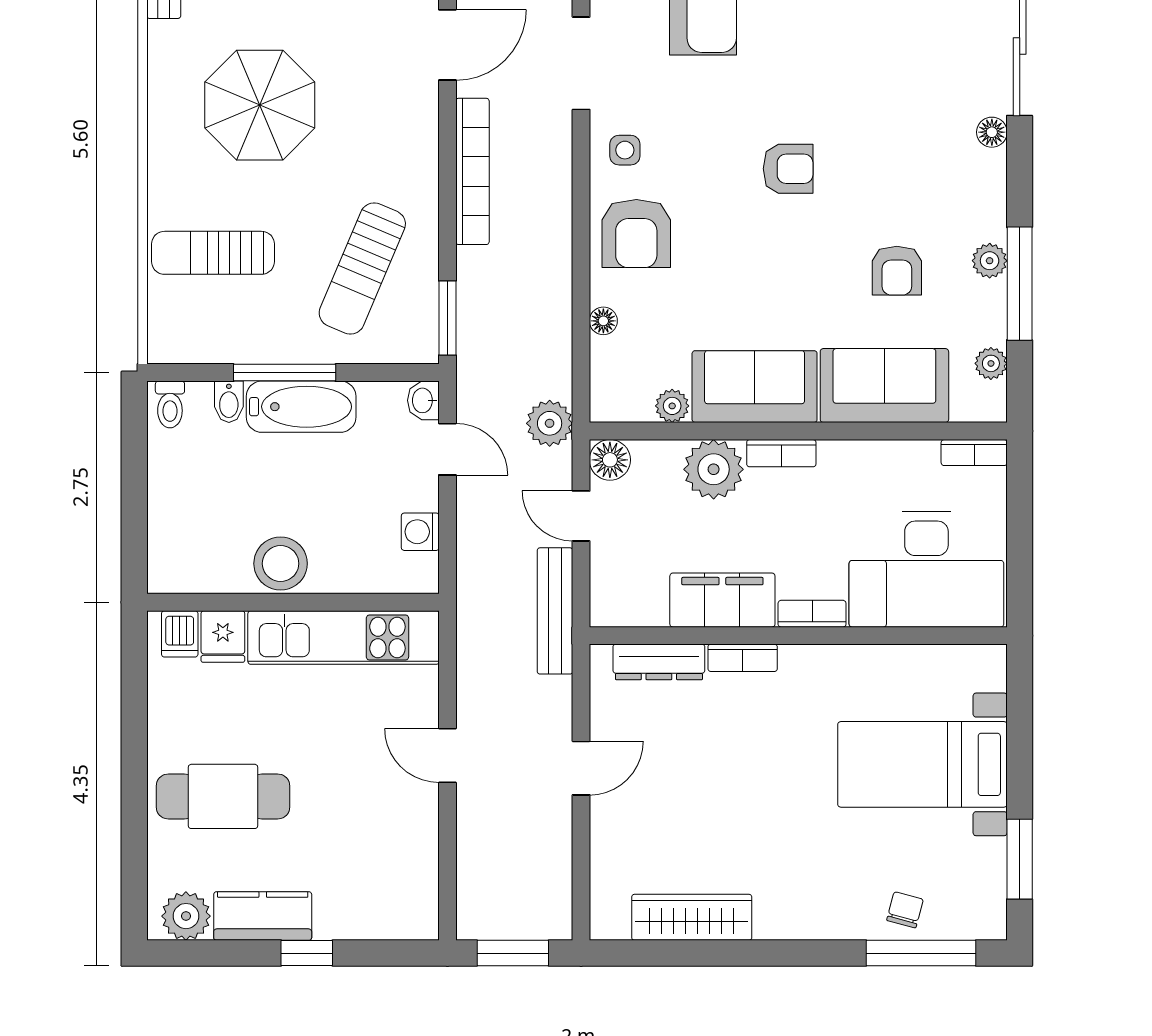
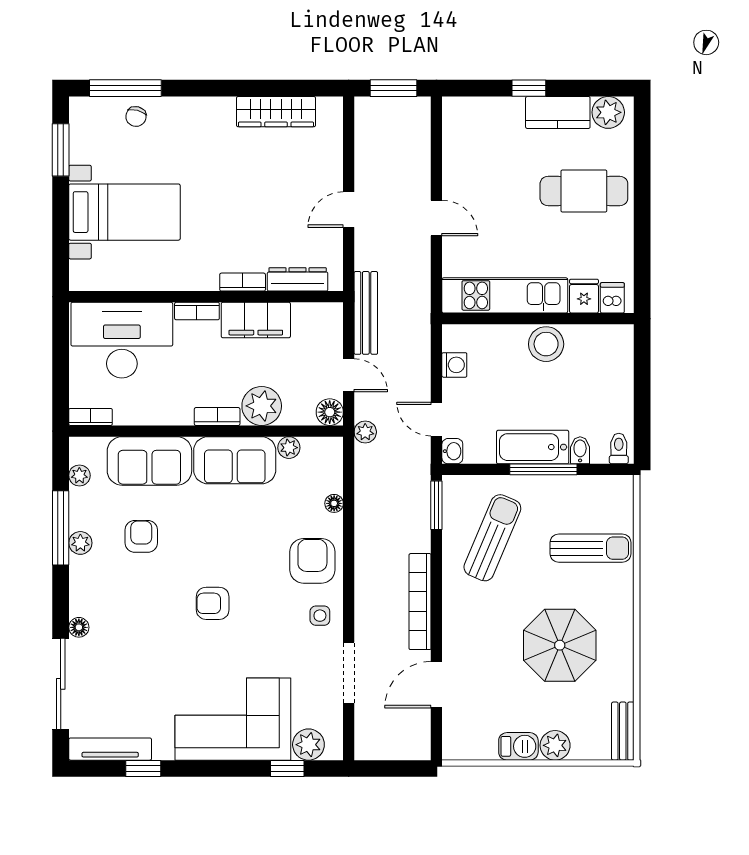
plant: (550, 423) -> (365, 432), width x0.73, depth x0.73

